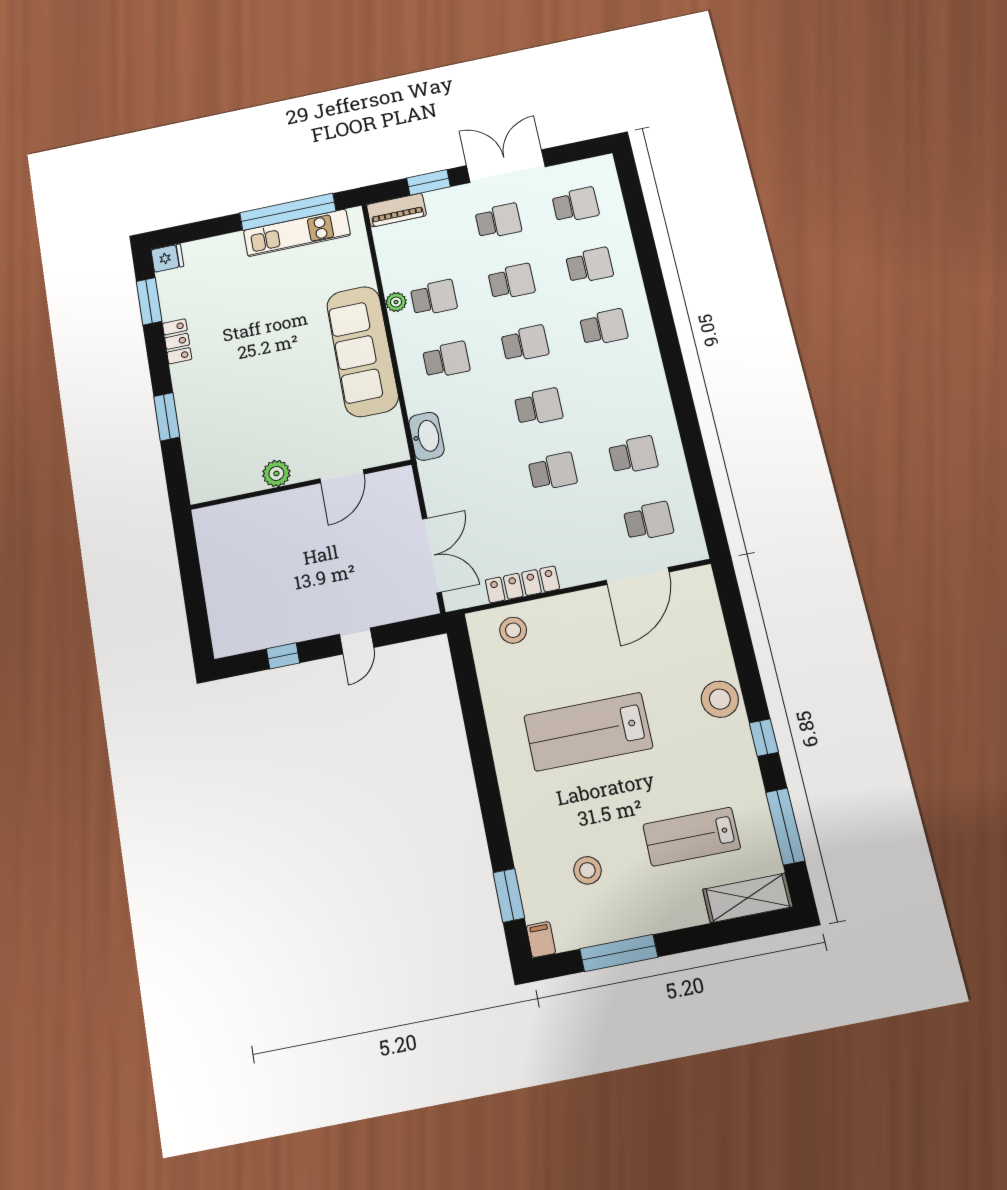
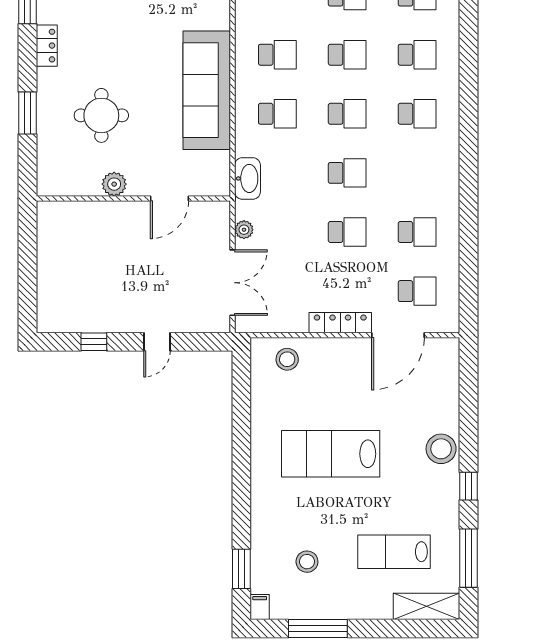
plant: (396, 302) -> (244, 230), moved
round table: (250, 402) -> (101, 115), added
locker: (522, 584) -> (340, 323), moved

